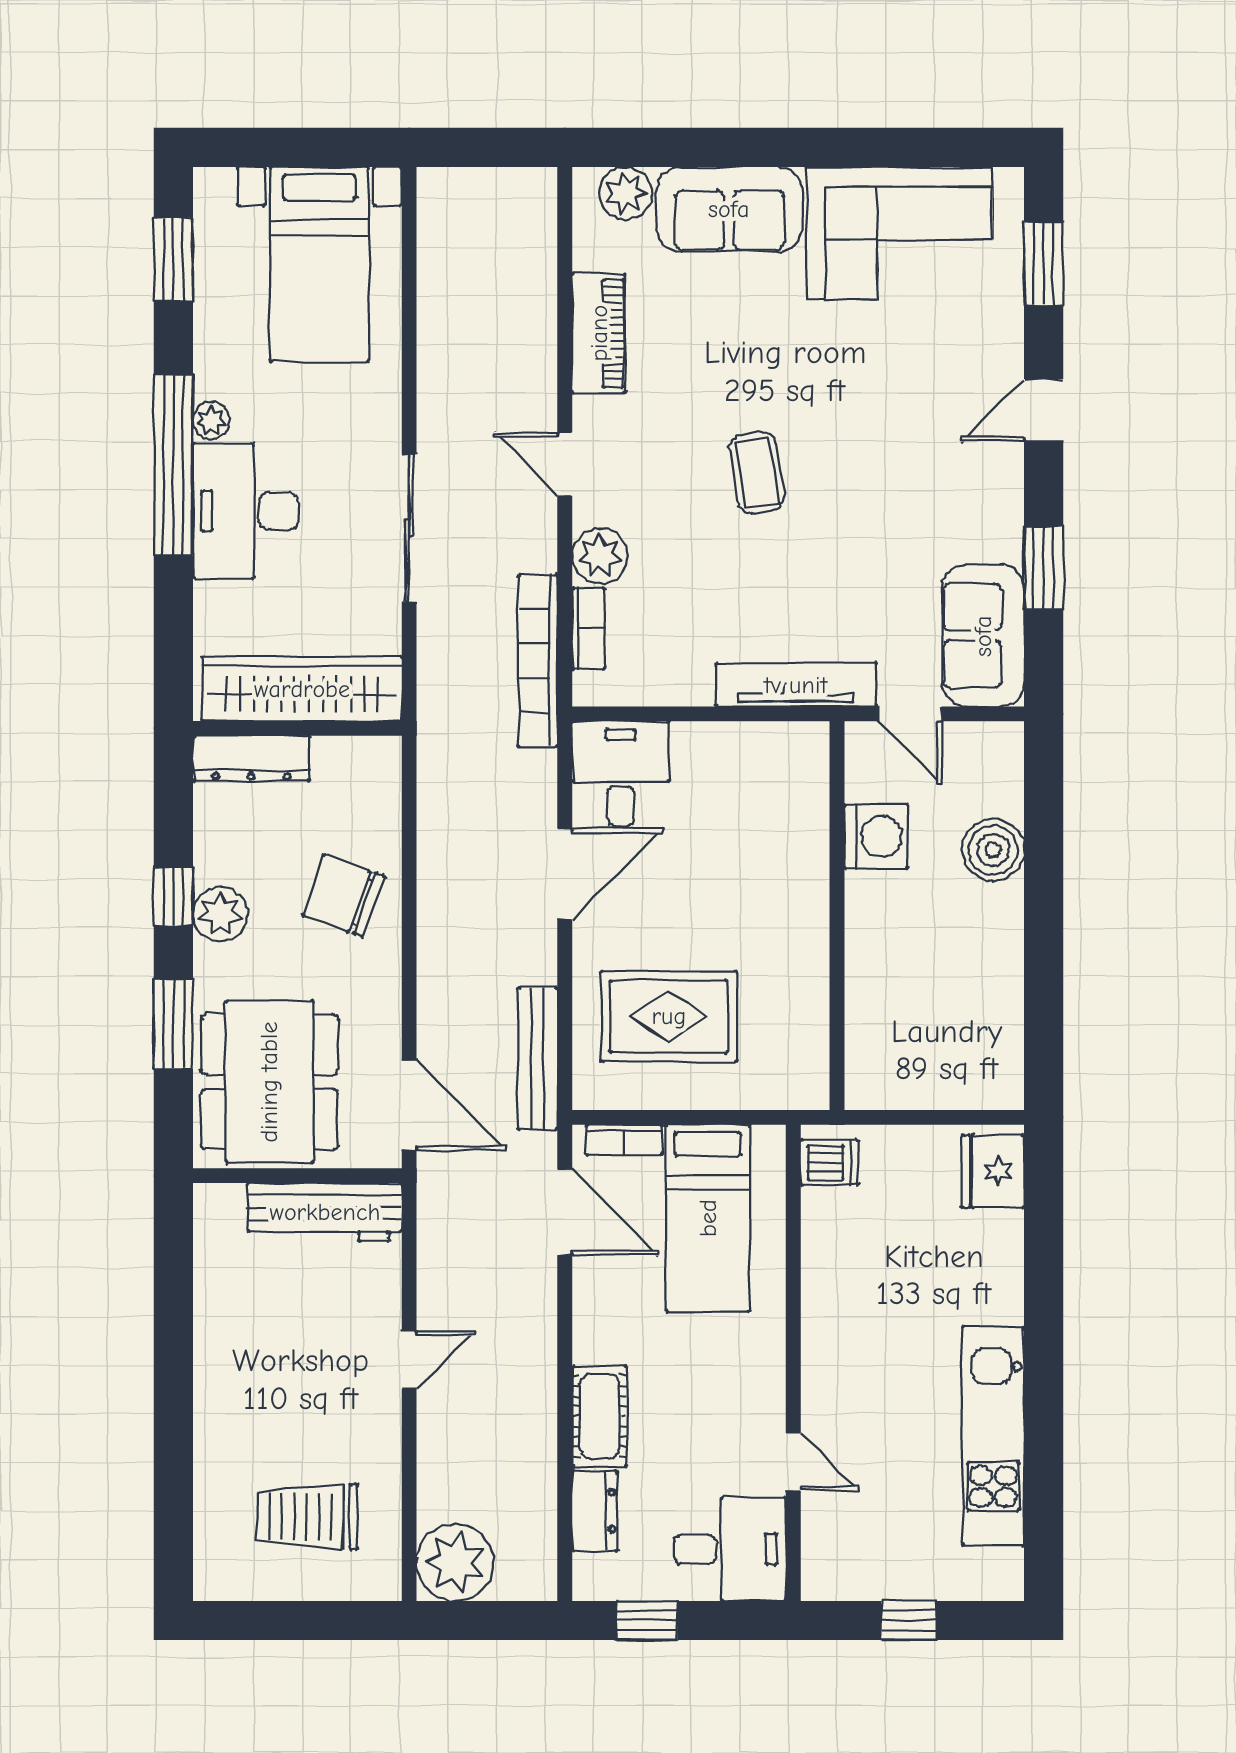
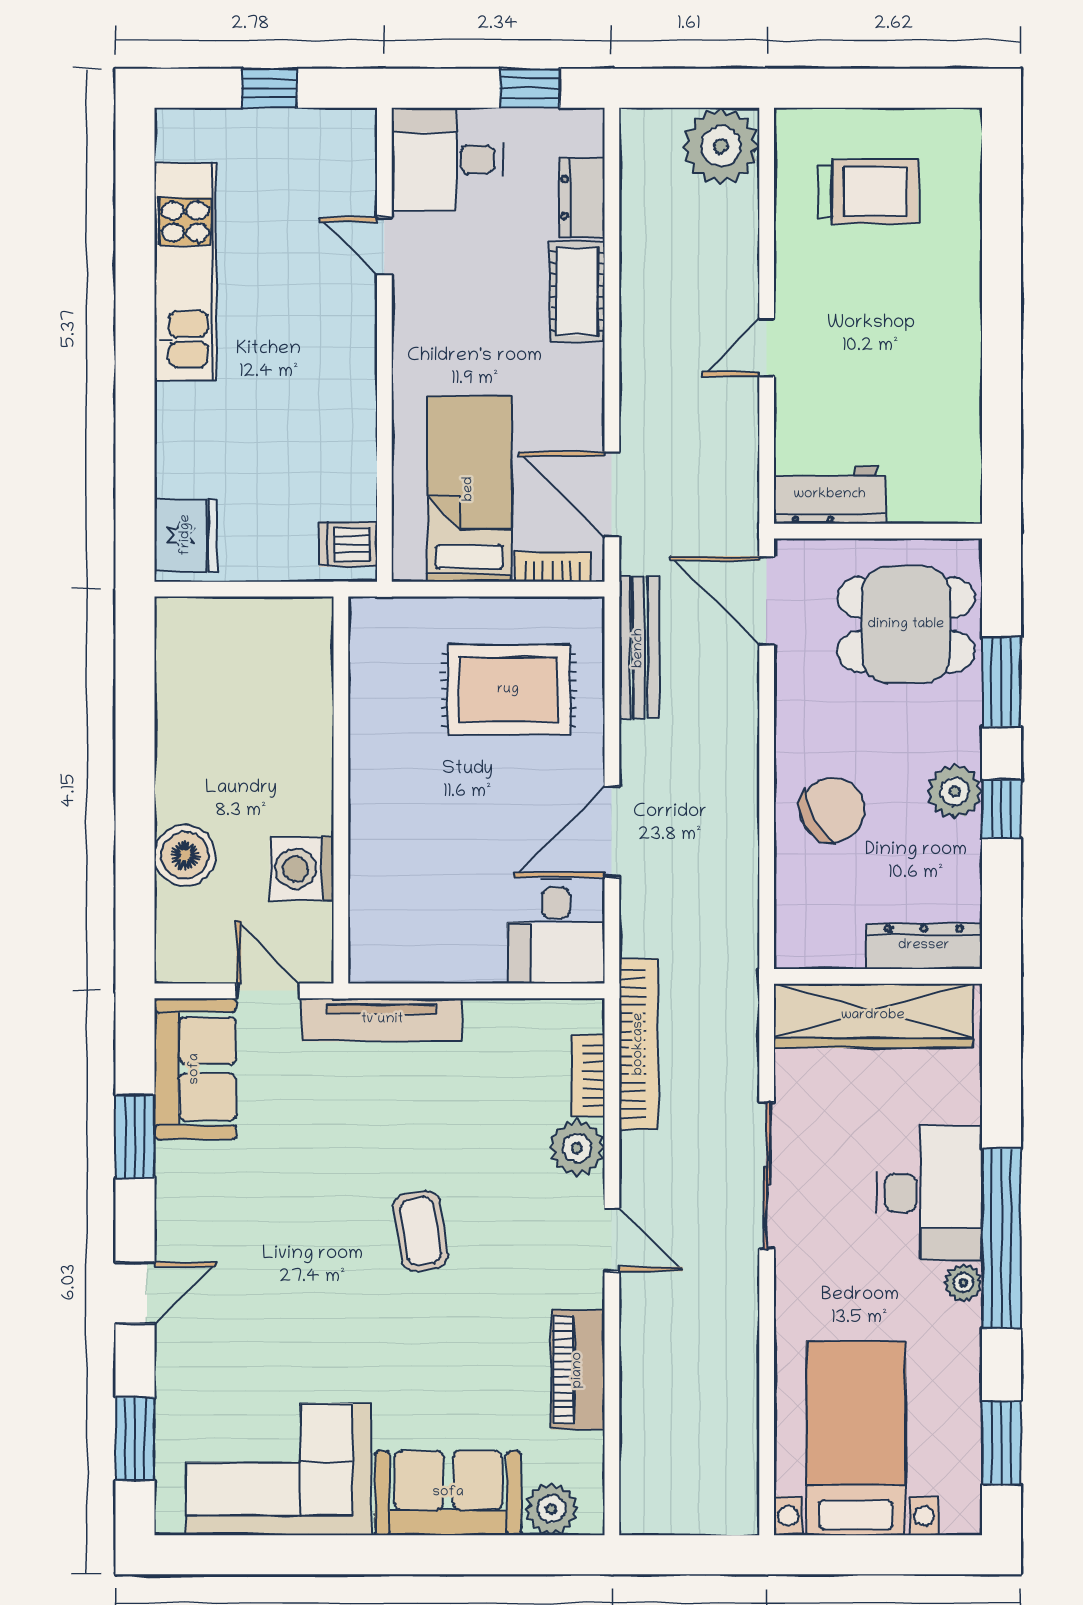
chair: (343, 896) -> (832, 810), turned -48
dining table: (269, 1082) -> (906, 625), width x0.73
workbench: (325, 1212) -> (830, 495), width x0.73

